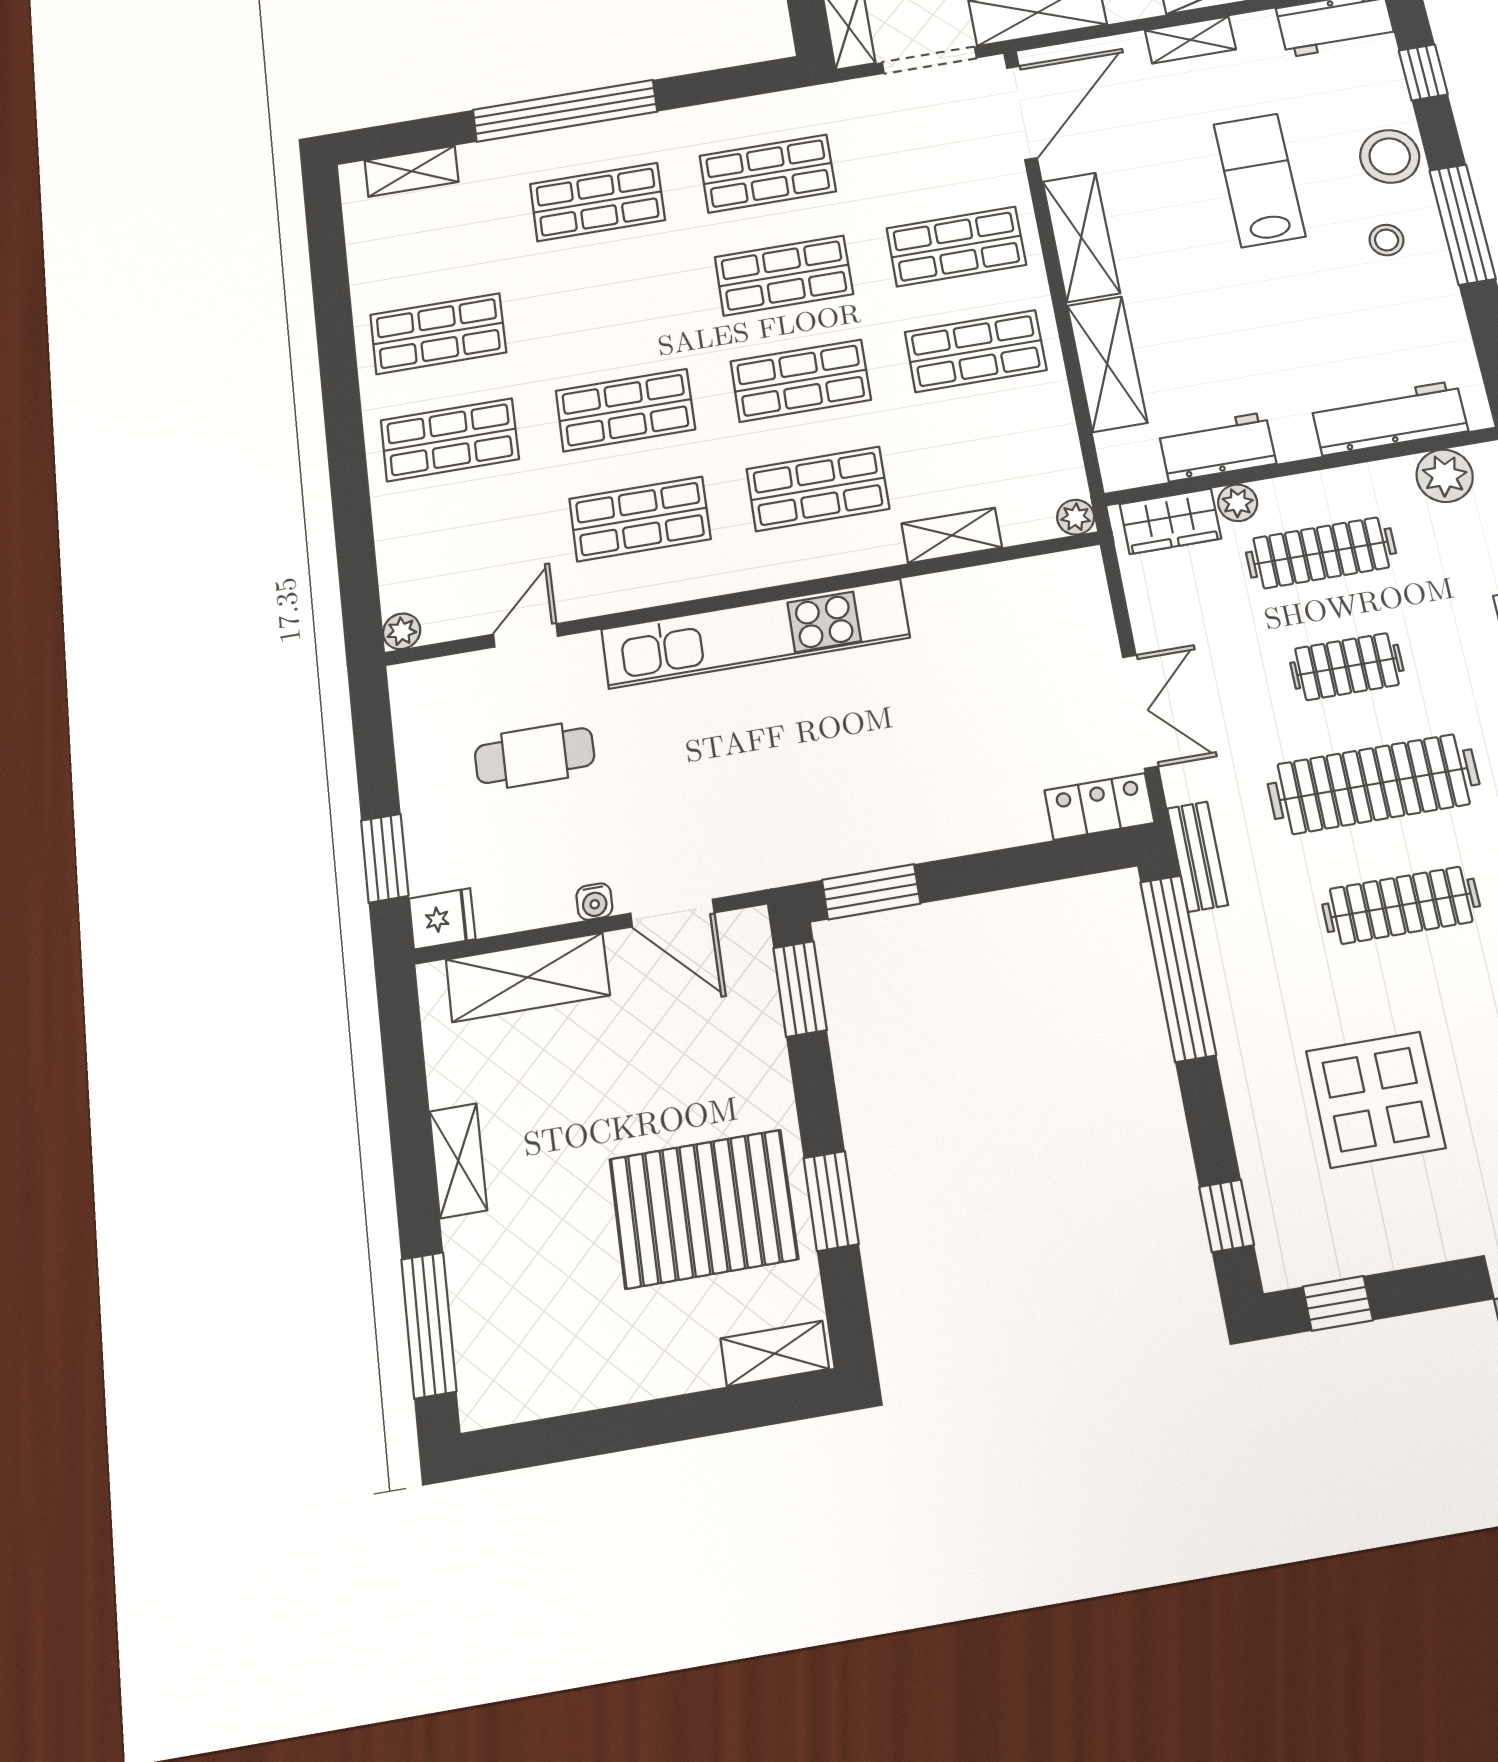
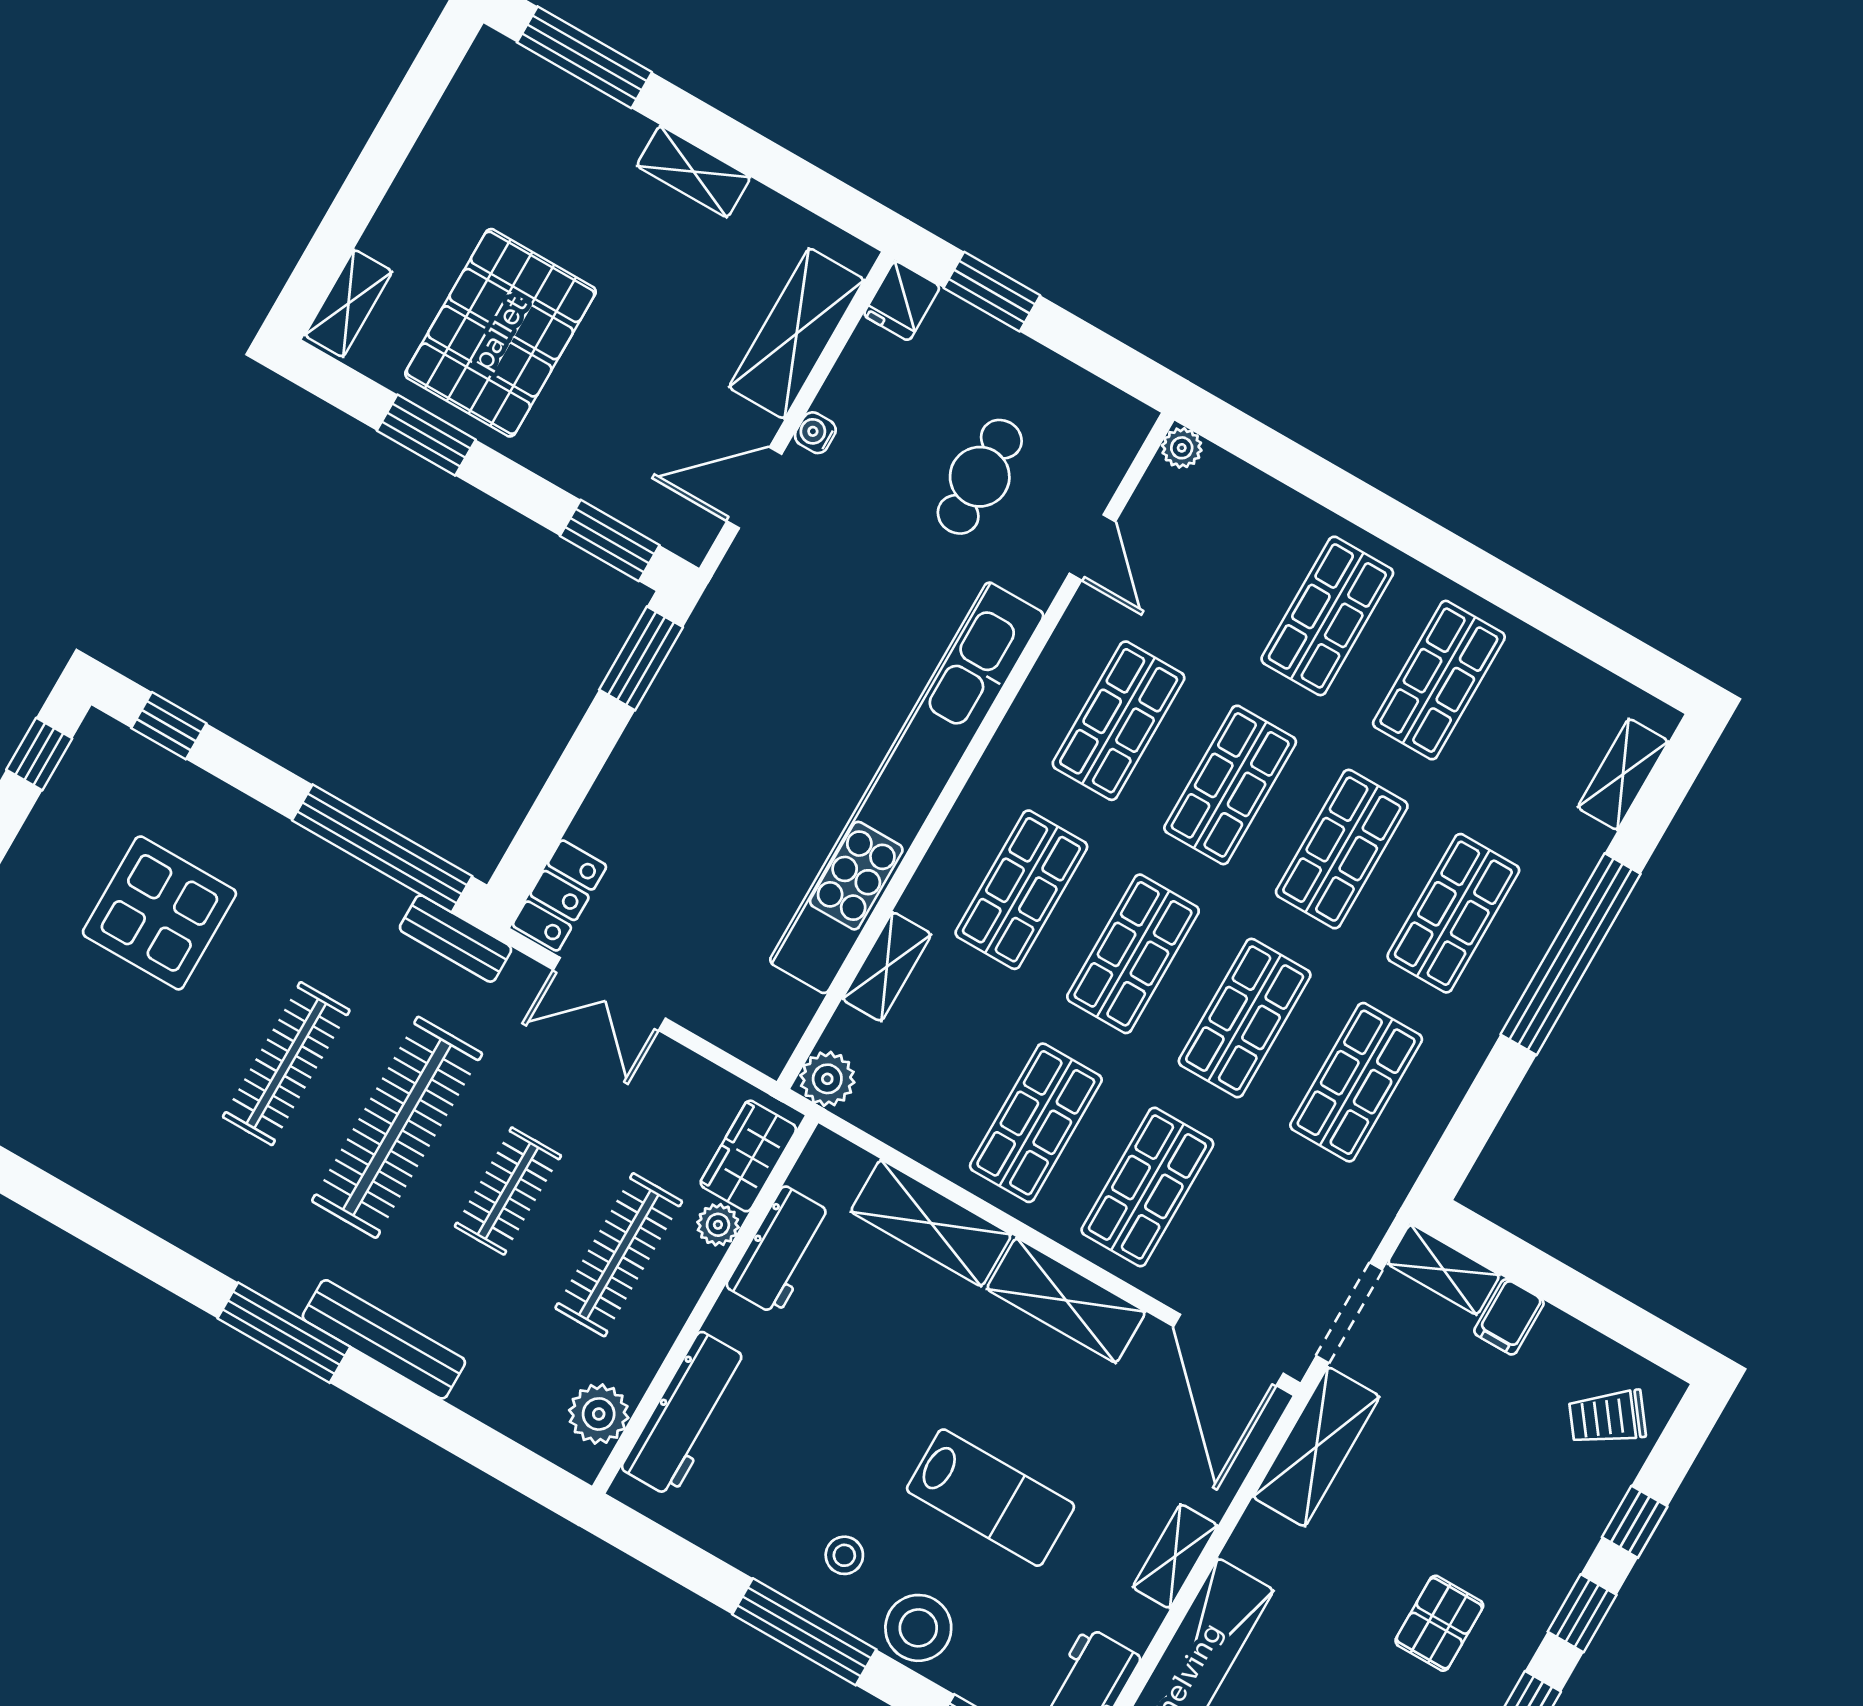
shop shelf: (611, 305) -> (1342, 849), added
plant: (1076, 517) -> (827, 1079), width x1.38, depth x1.38
kitchen unit: (755, 634) -> (907, 788), width x1.36

